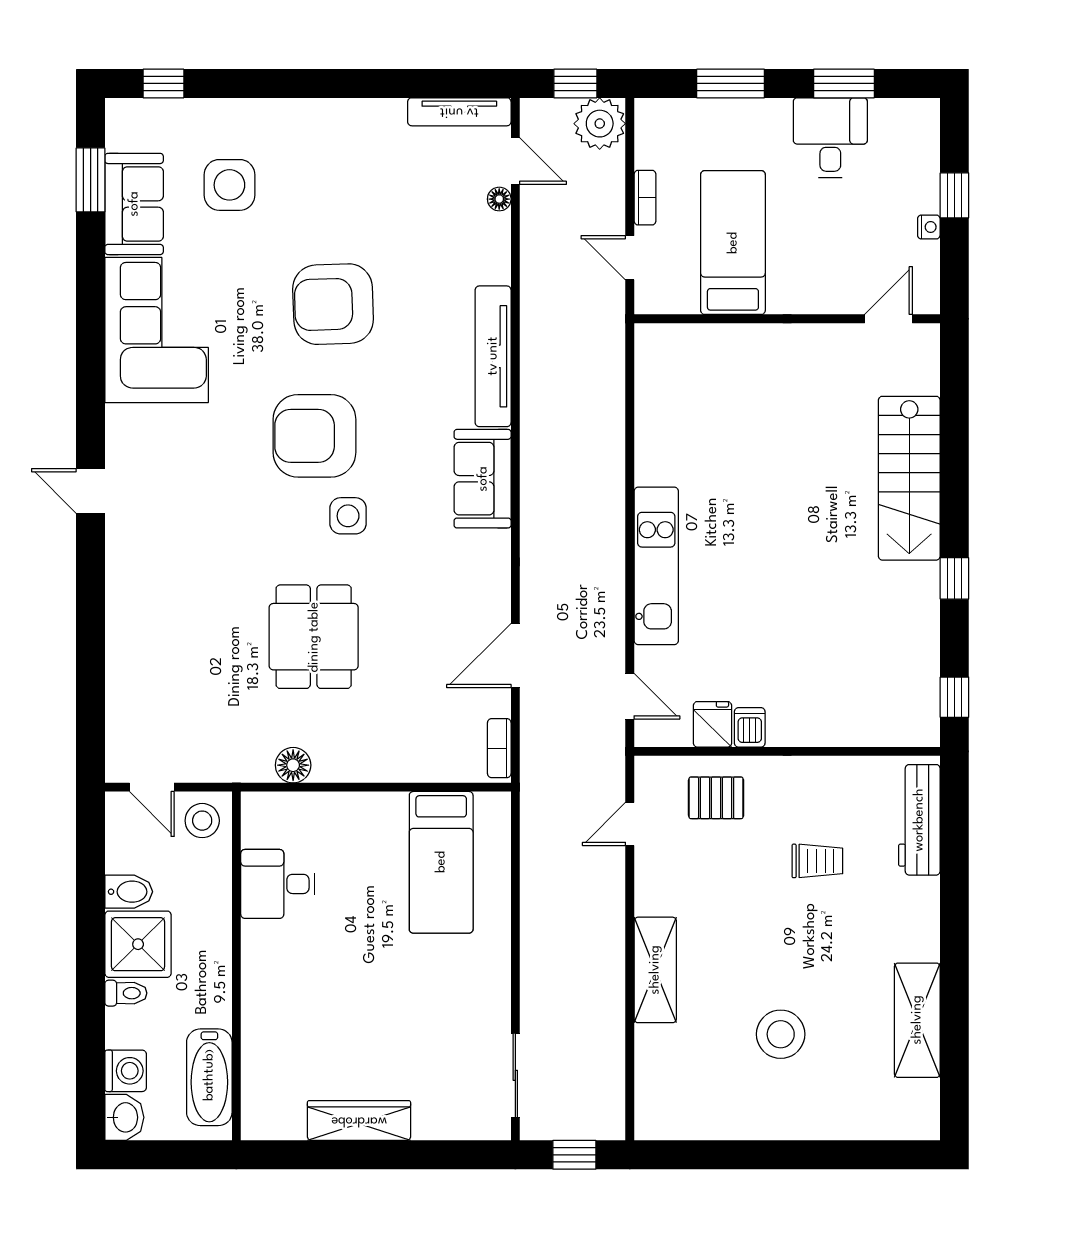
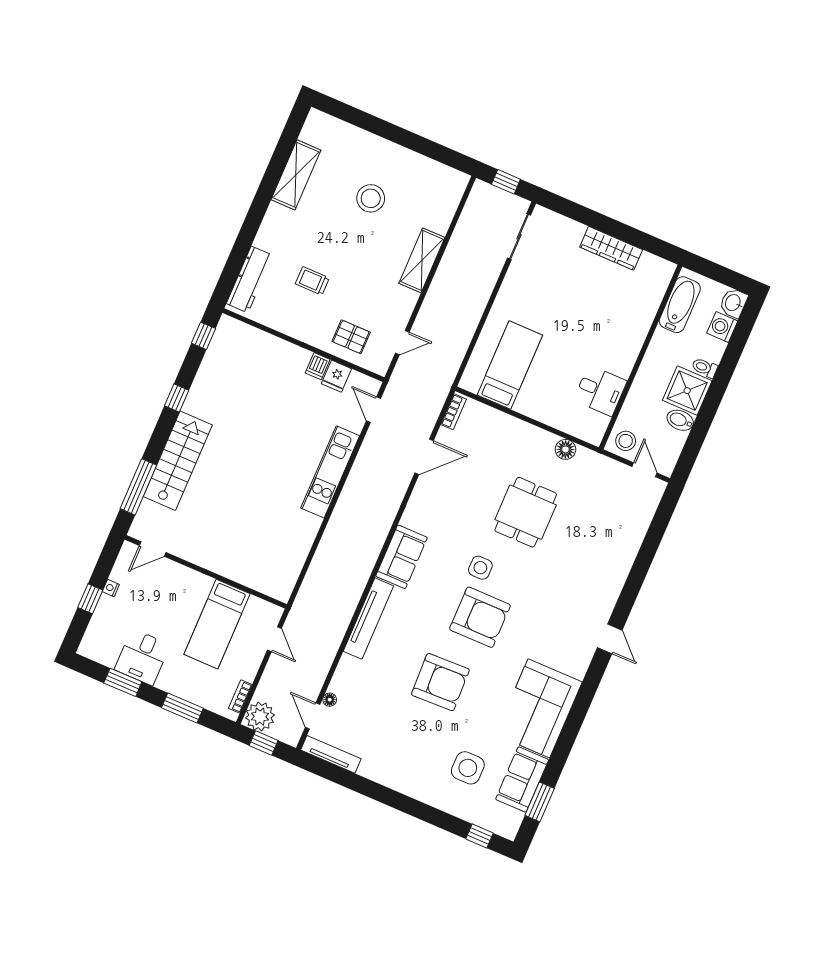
bookcase: (645, 198) -> (240, 697), moved
window: (954, 409) -> (138, 487), added

